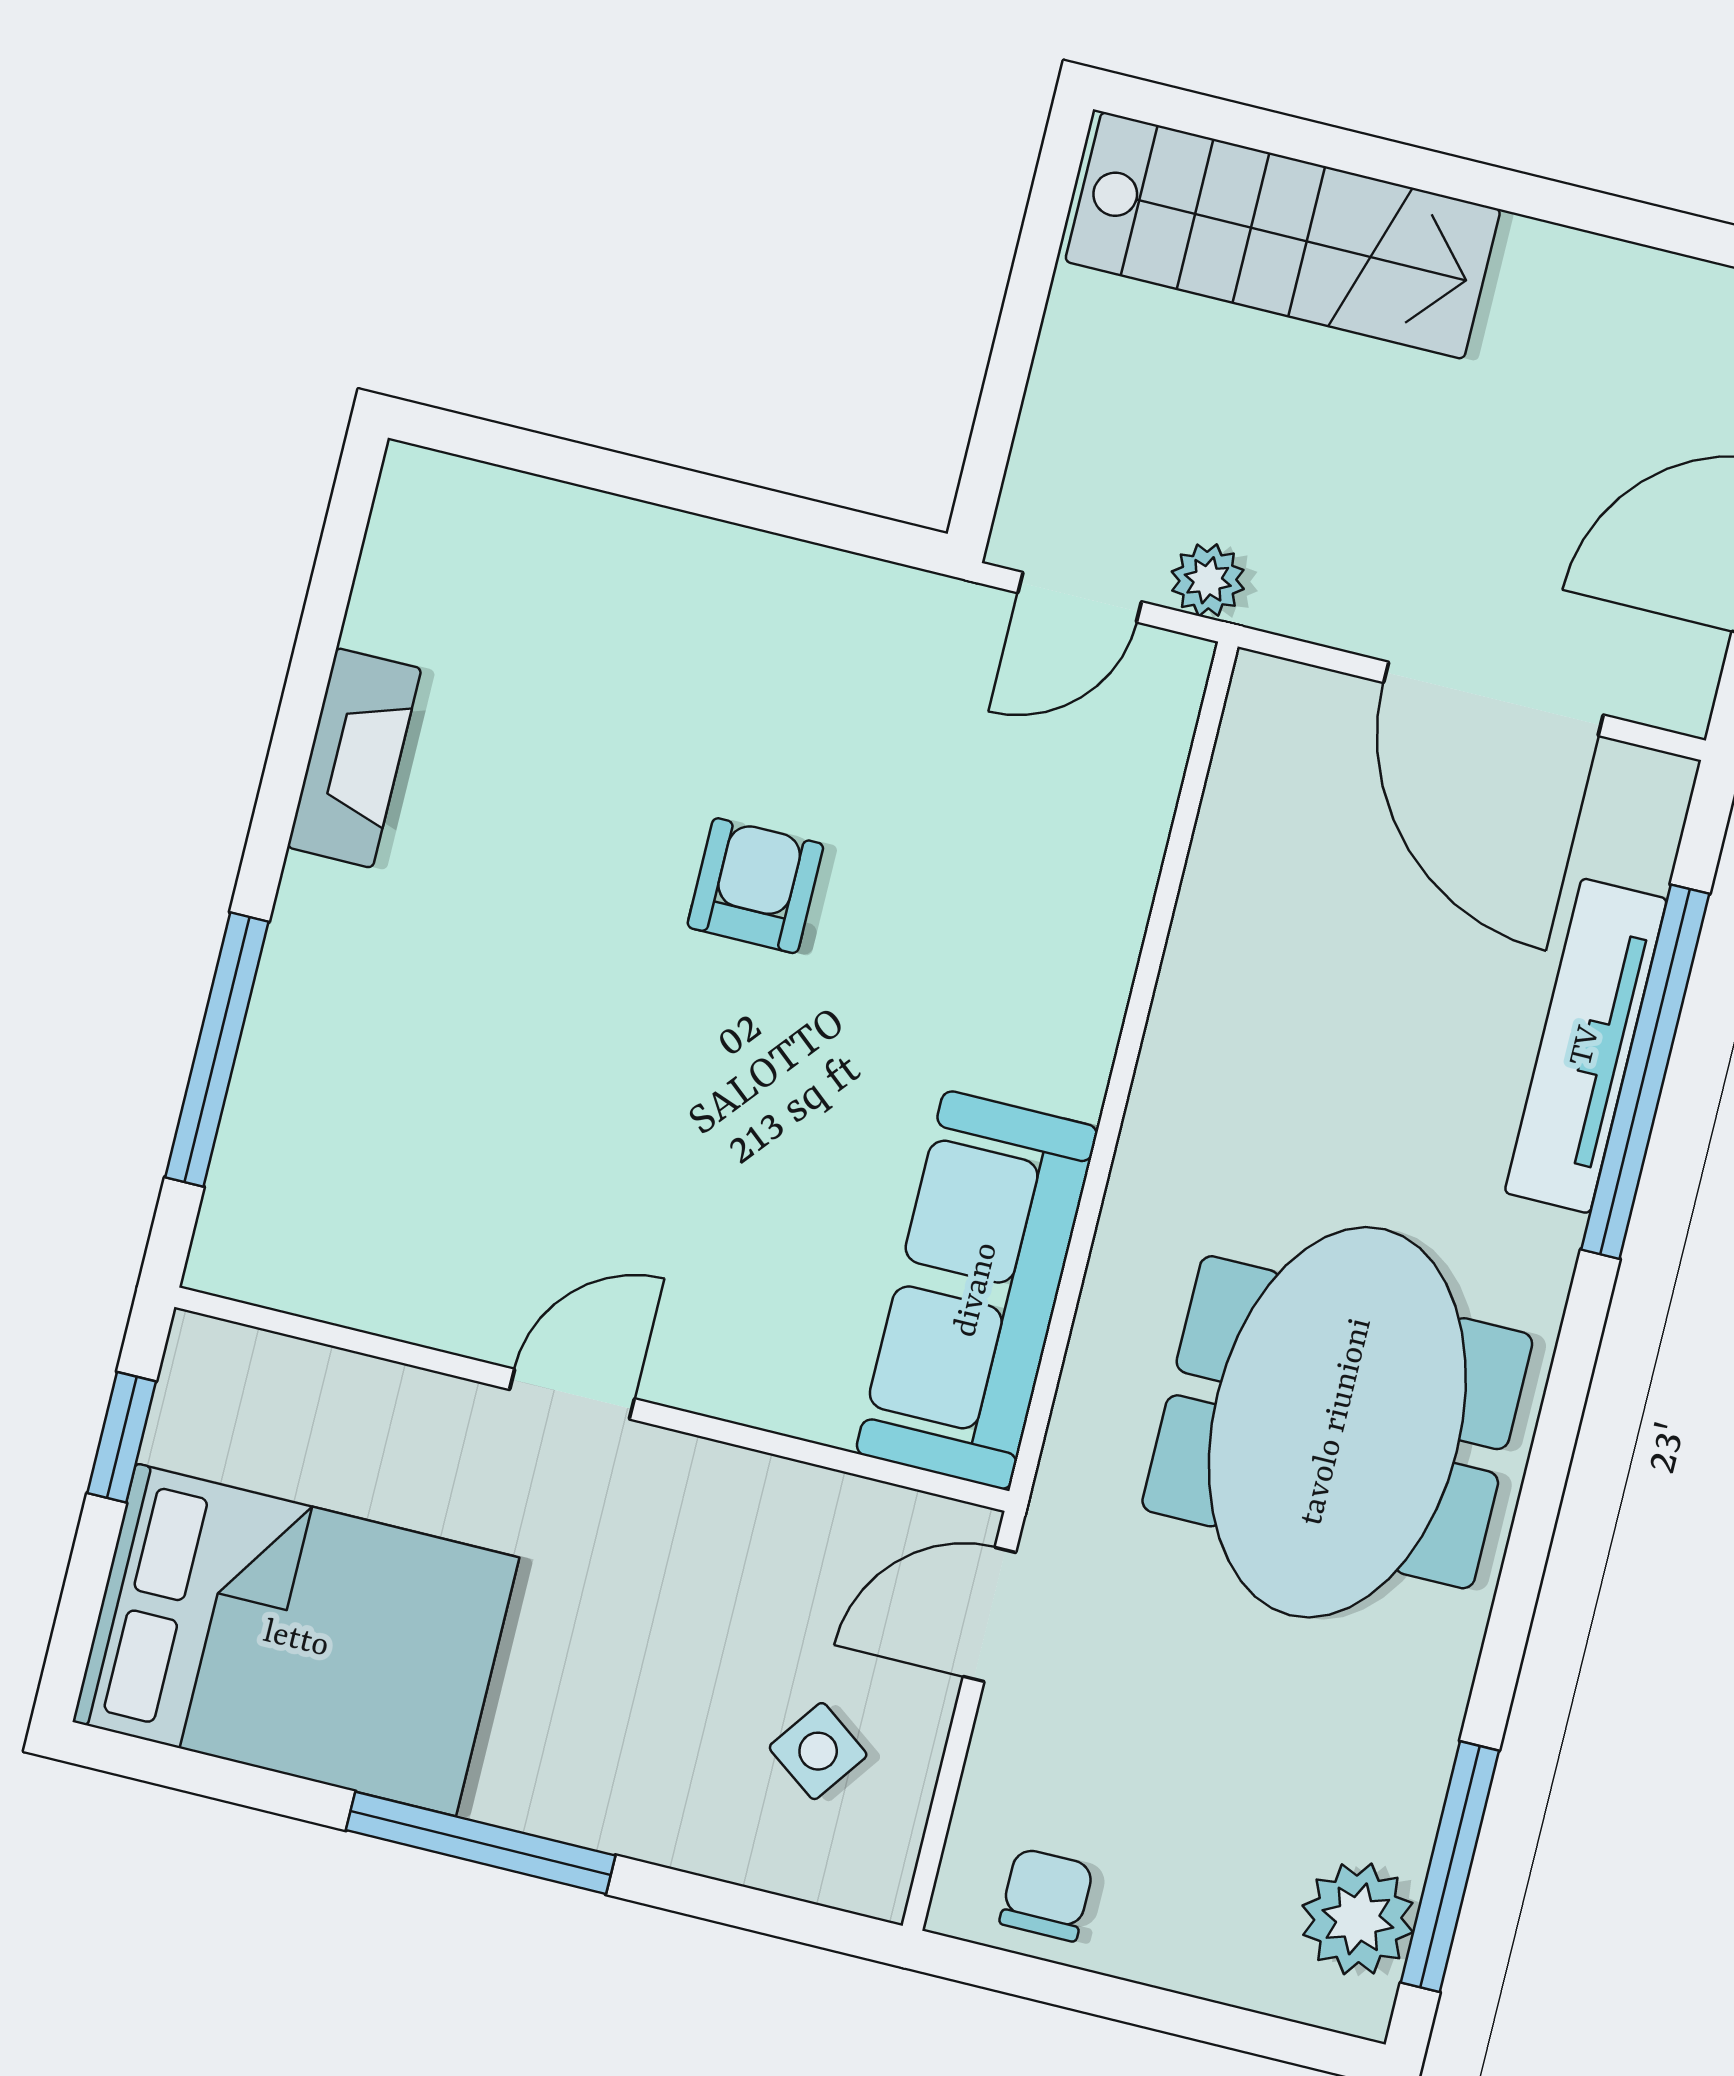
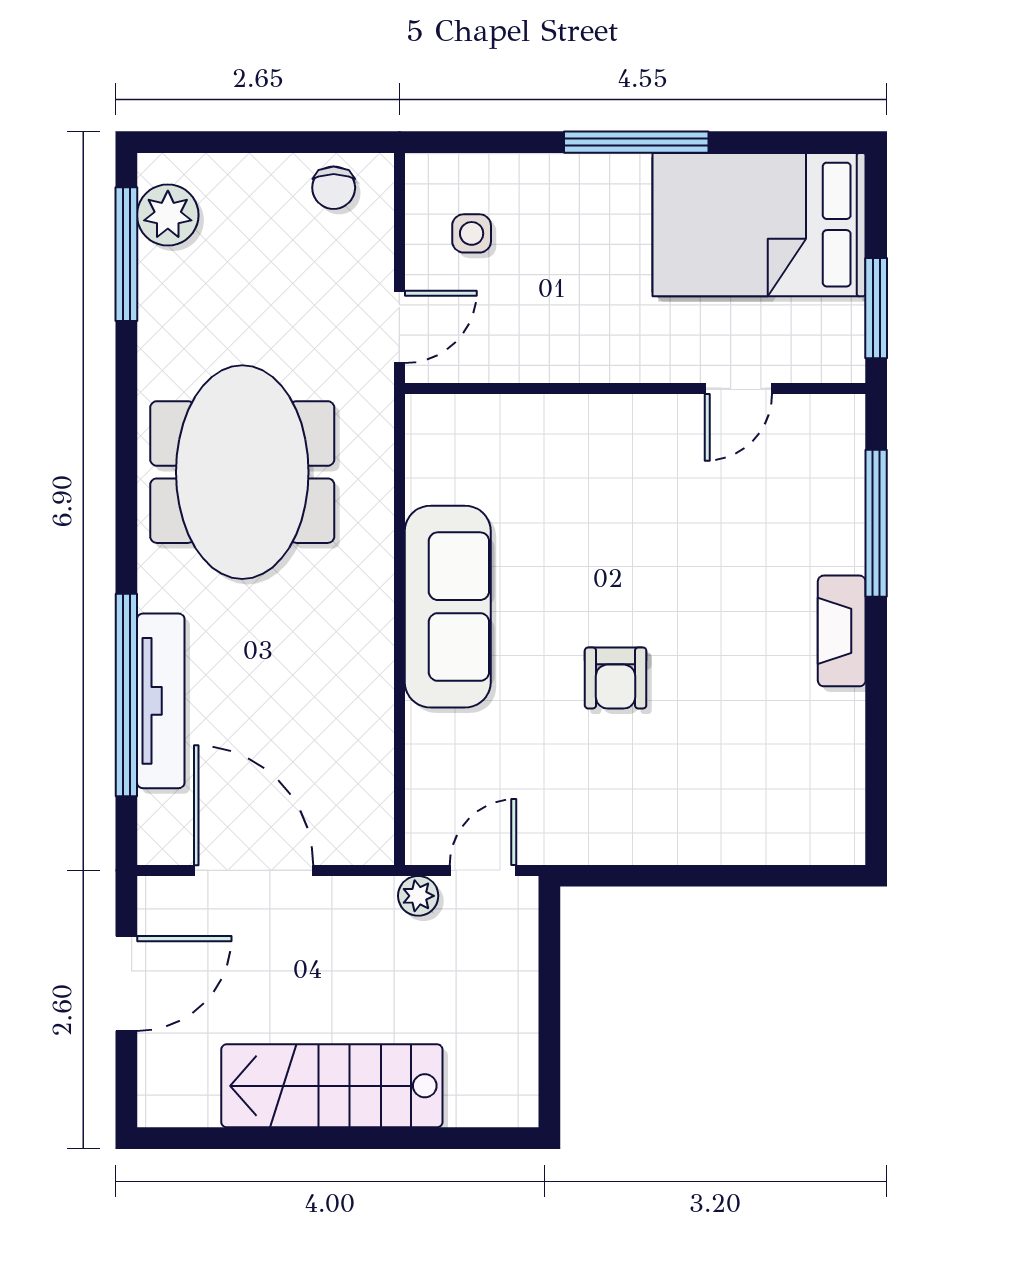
stairs: (1283, 235) -> (332, 1086), moved
fireplace: (354, 758) -> (842, 631), moved
sofa: (977, 1290) -> (448, 607), moved
door: (572, 1394) -> (738, 388), moved
window: (122, 1437) -> (876, 308), width x1.50
side table: (818, 1751) -> (472, 233), turned -36

